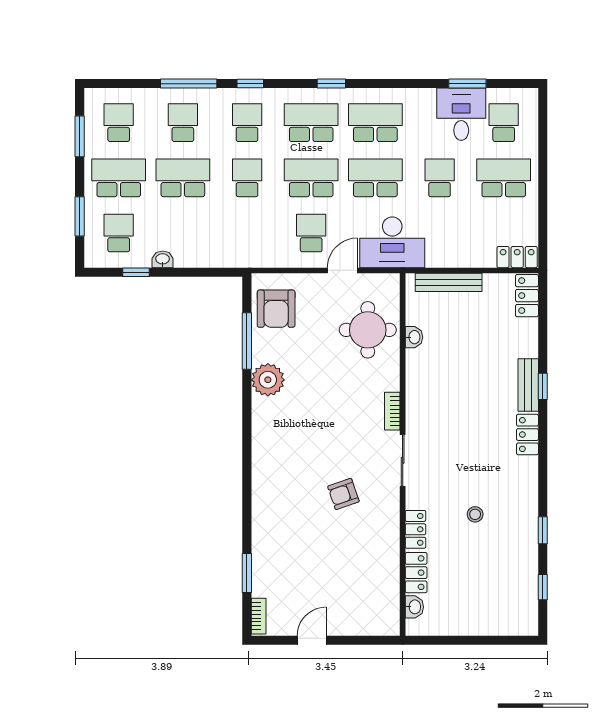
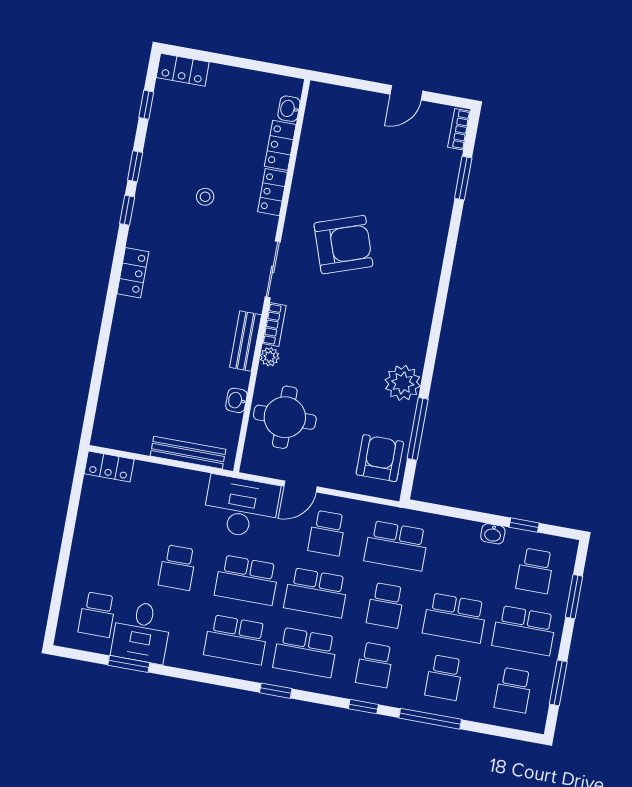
school desk: (504, 178) -> (396, 546), moved
locker: (527, 296) -> (183, 70), moved, turned 90
plant: (391, 382) -> (270, 357), added
bench: (528, 385) -> (246, 341), moved
window: (543, 386) -> (127, 210), moved
armchair: (343, 494) -> (343, 245), width x1.88, depth x1.88

